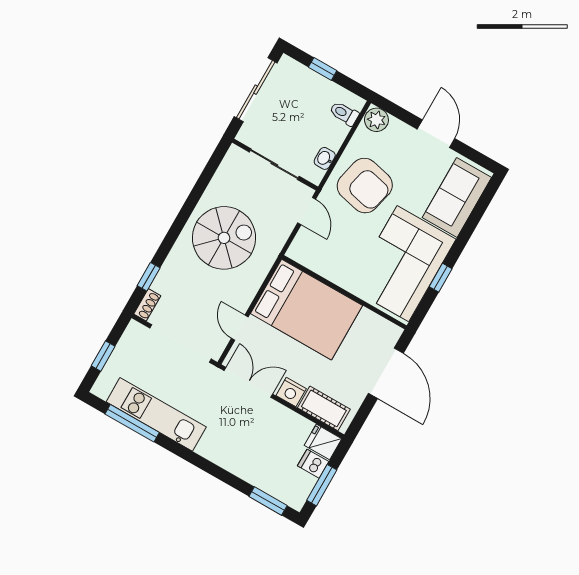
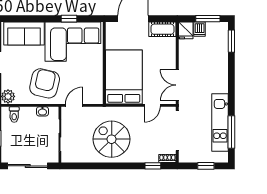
nightstand: (291, 392) -> (170, 61), removed
cot: (324, 408) -> (162, 29), moved, turned 90

